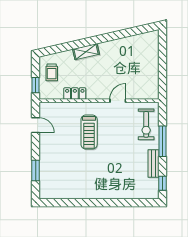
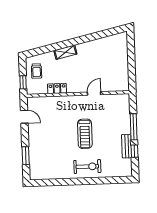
exercise bike: (146, 124) -> (87, 167), moved, turned -90
treadmill: (89, 132) -> (85, 134), moved
window: (162, 183) -> (134, 151), moved

